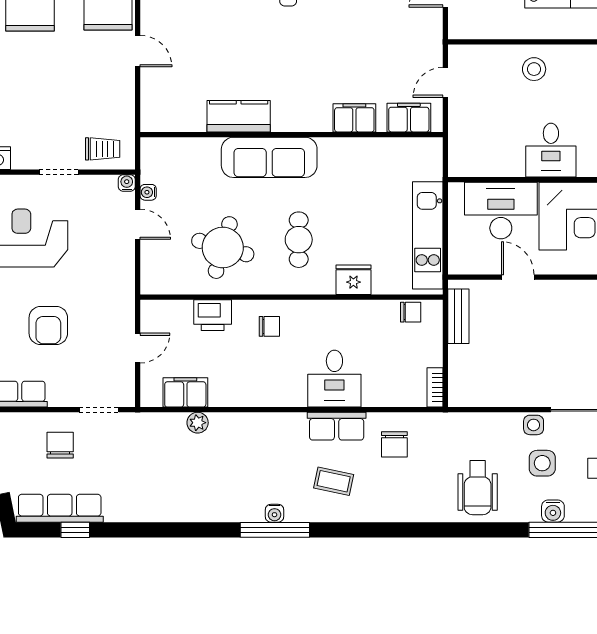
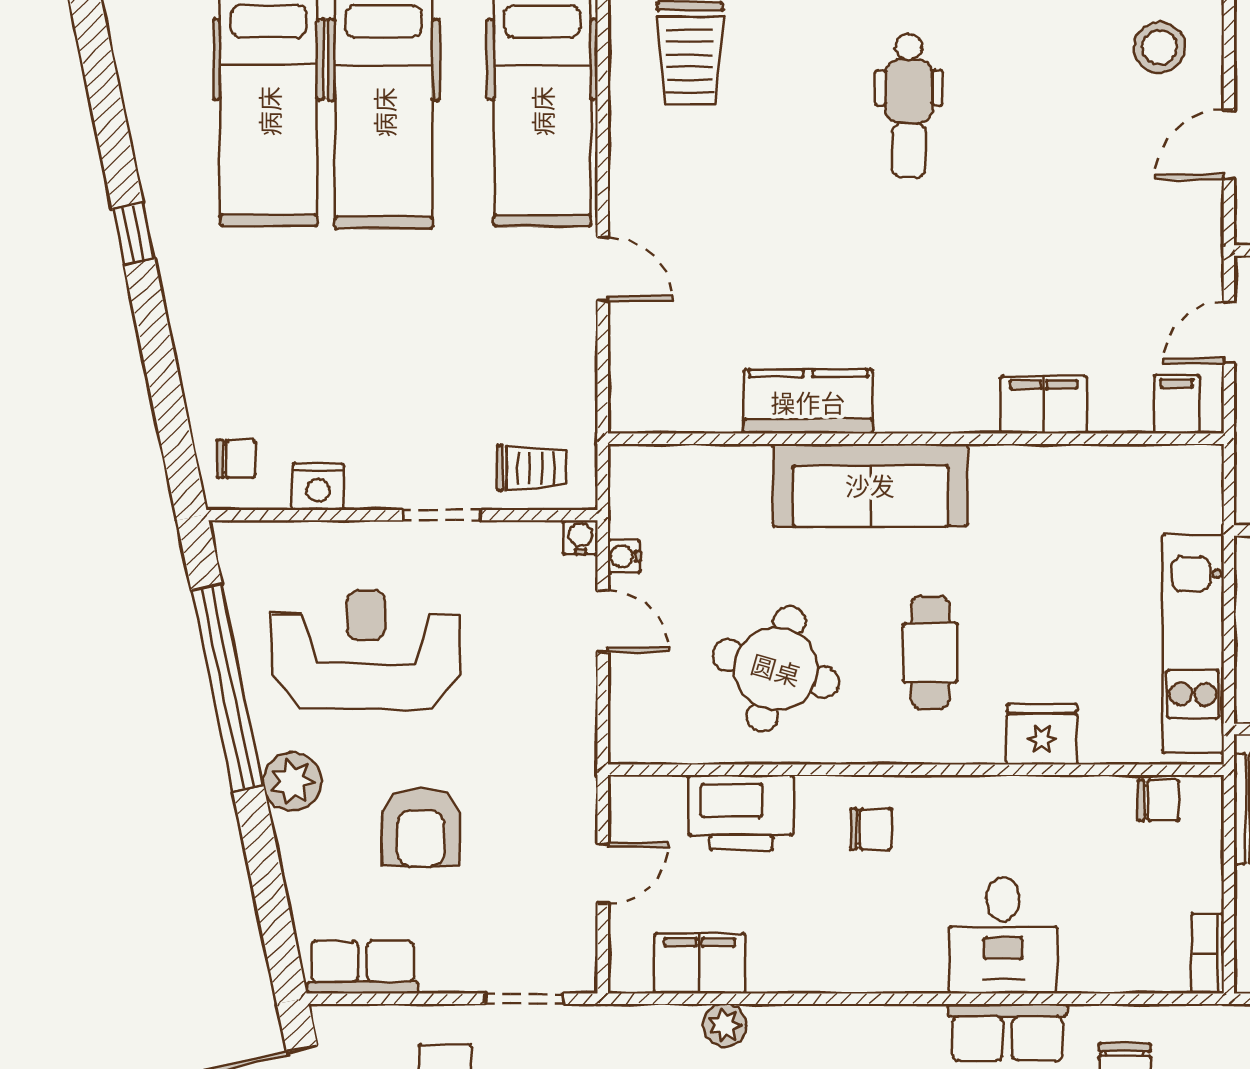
filing cabinet: (409, 118) -> (1177, 404), width x0.50
printer: (213, 315) -> (741, 812), width x1.37, depth x1.19

